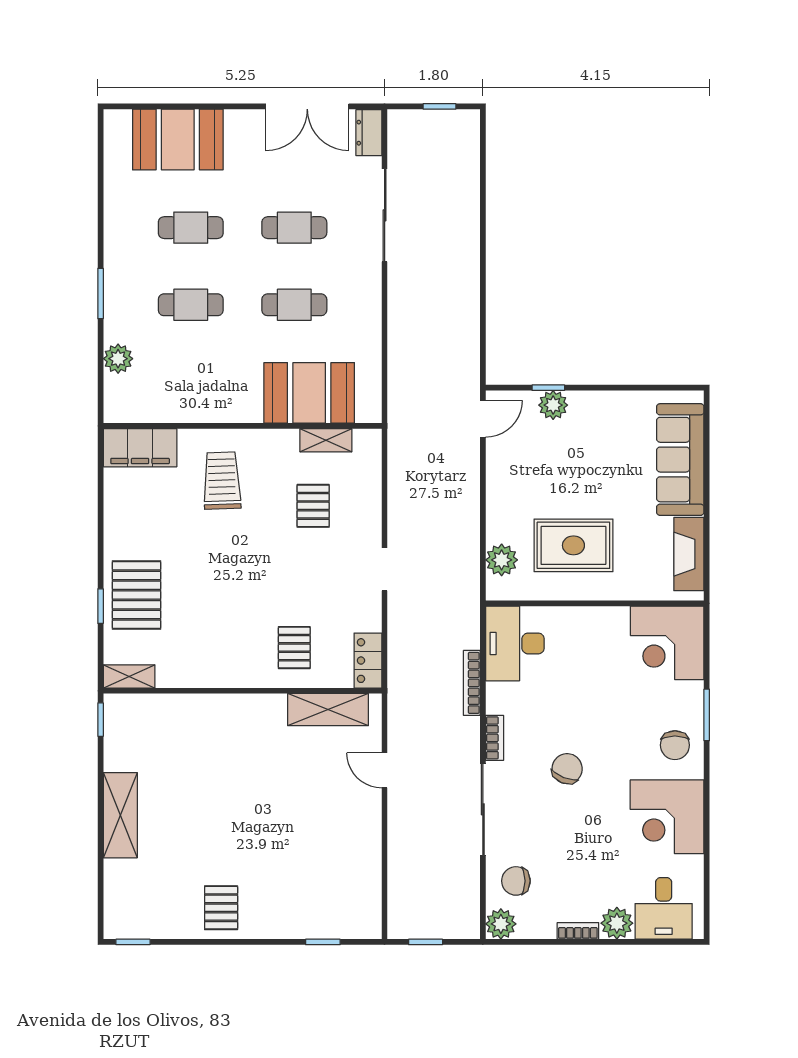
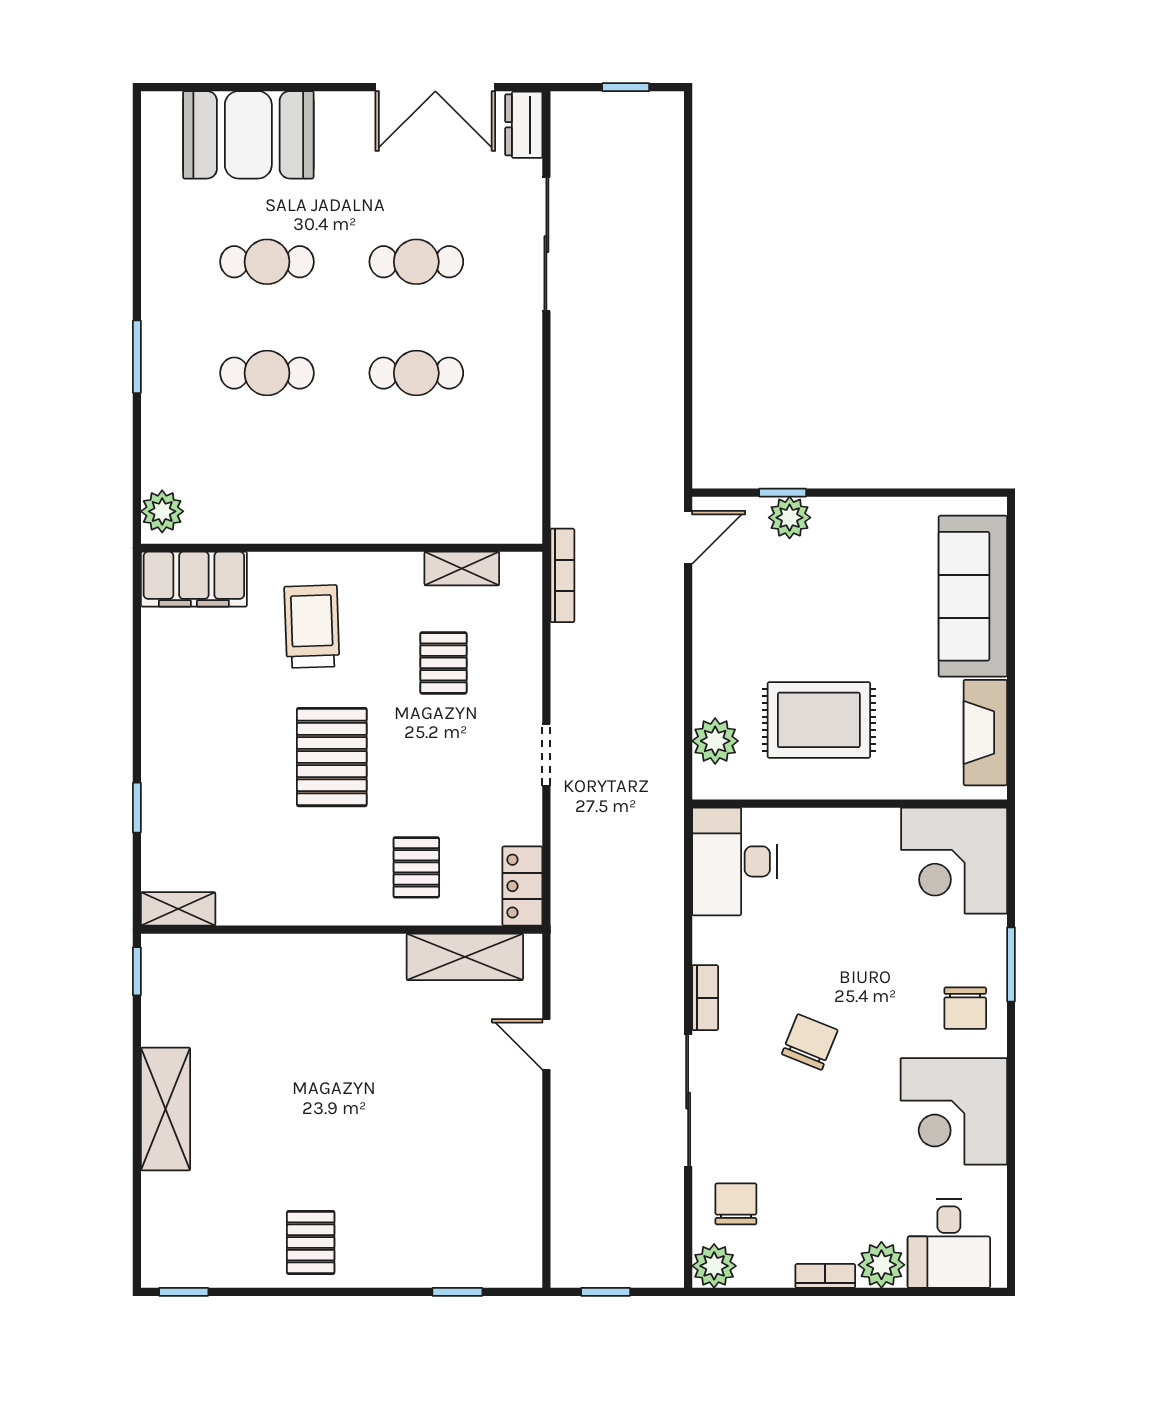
plant: (118, 359) -> (162, 511), moved
booth: (309, 393) -> (438, 500), removed
pallet: (137, 595) -> (332, 757), moved
bookcase: (472, 683) -> (562, 575), moved, turned 180
chair: (516, 881) -> (736, 1204), turned 90

